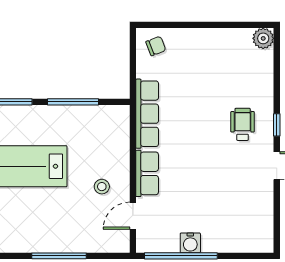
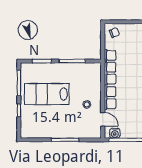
door: (133, 216) -> (103, 119), swing flipped
water cooler: (190, 243) -> (115, 133), moved

